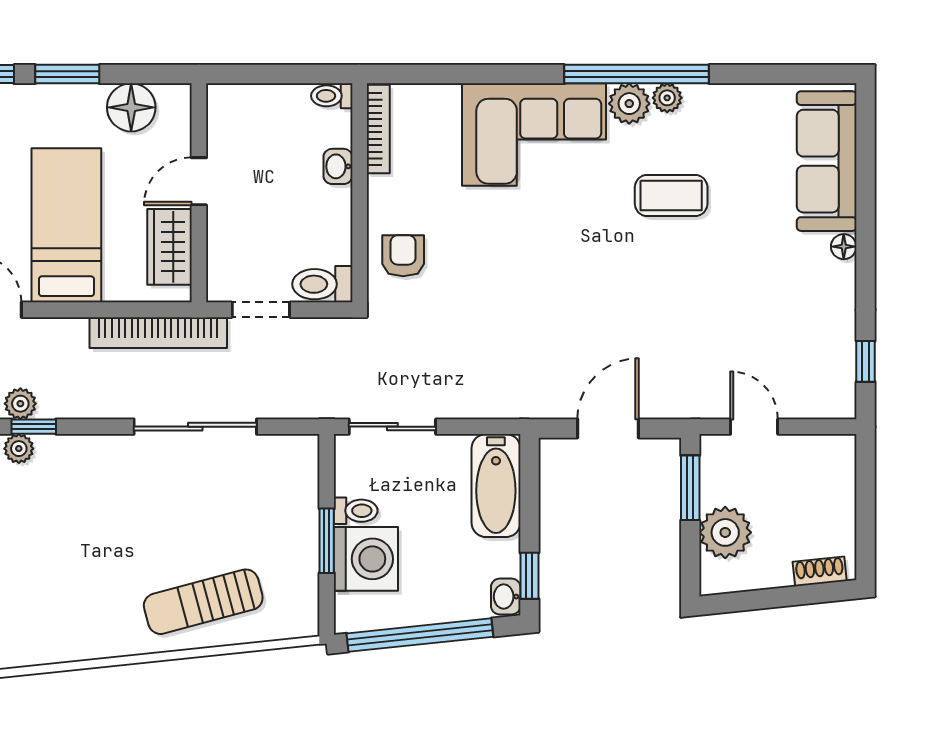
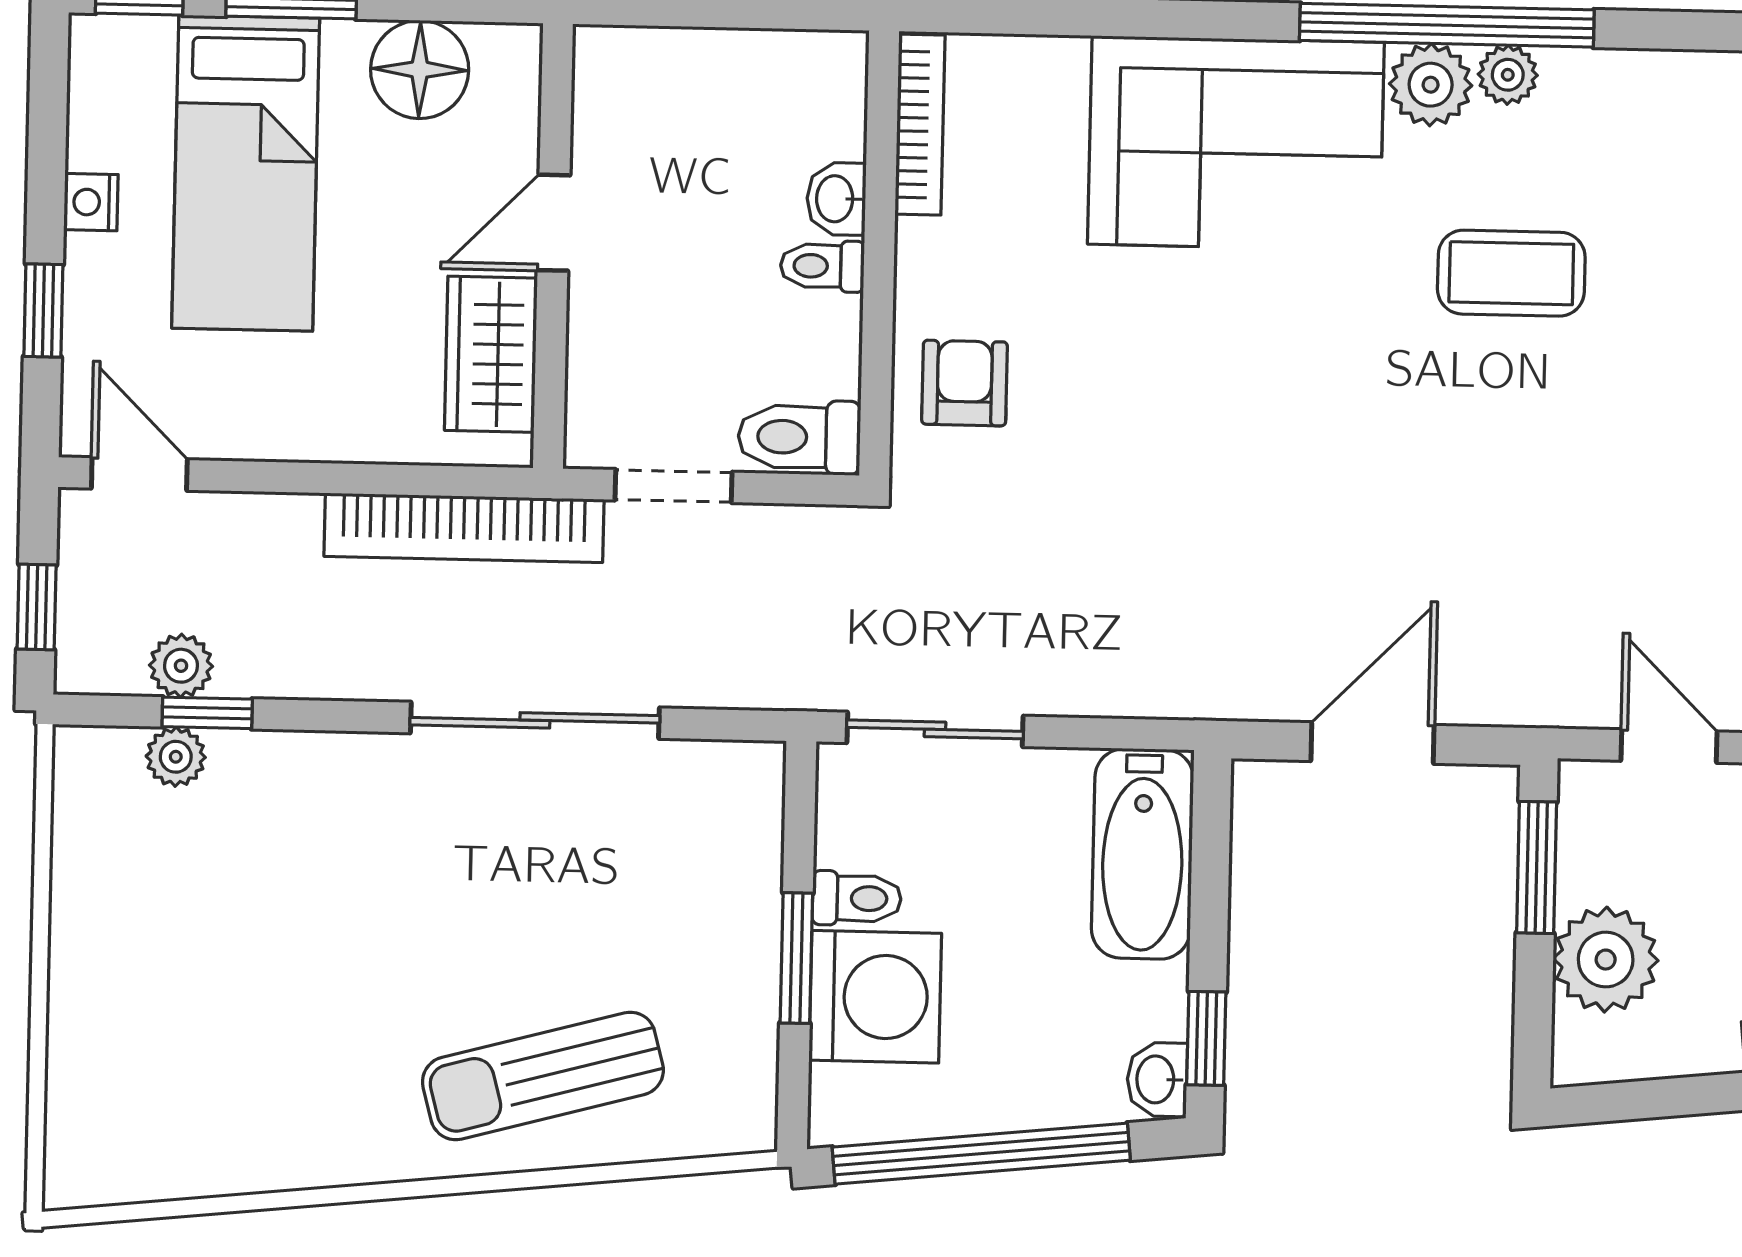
toilet: (332, 96) -> (822, 266), moved
bed: (66, 225) -> (246, 173), moved, turned 180

